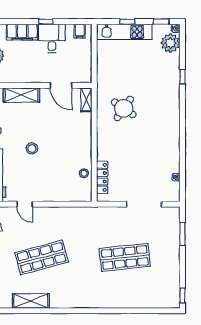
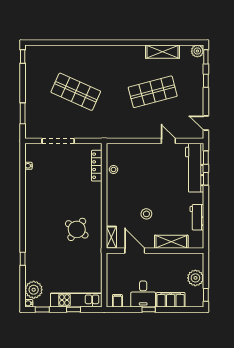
stool: (32, 149) -> (146, 214), moved
shop shelf: (125, 257) -> (76, 92), turned 30

